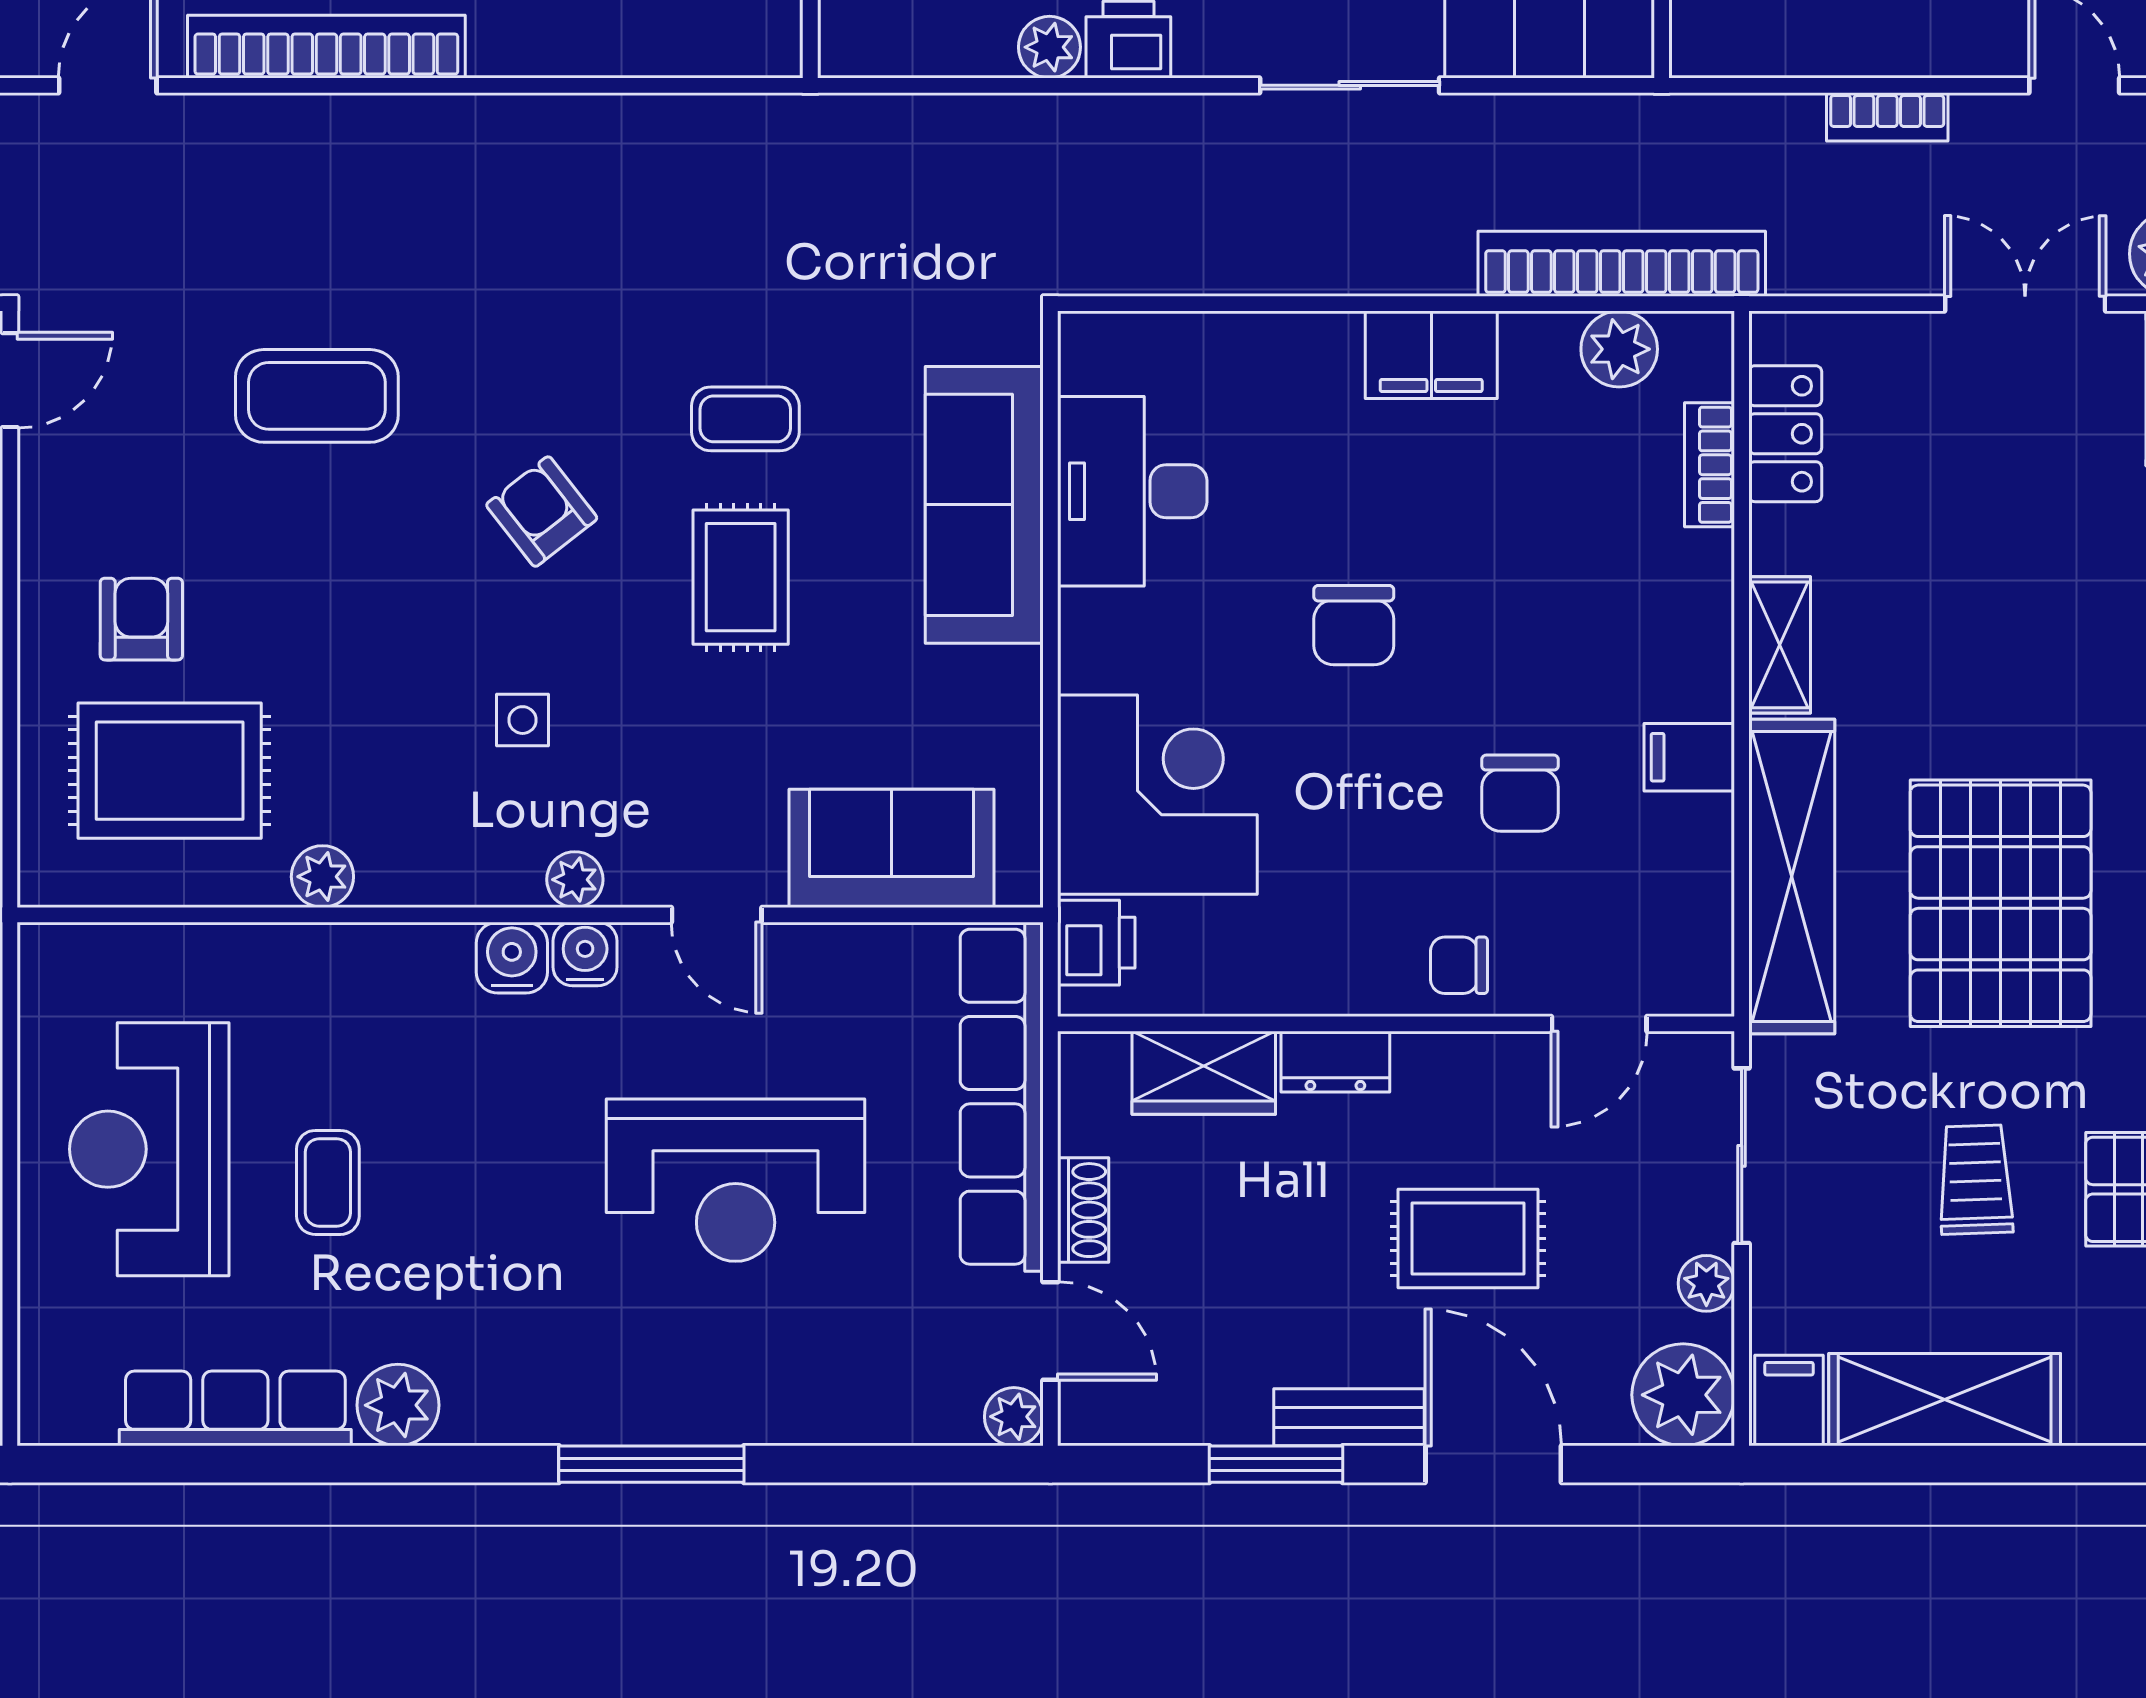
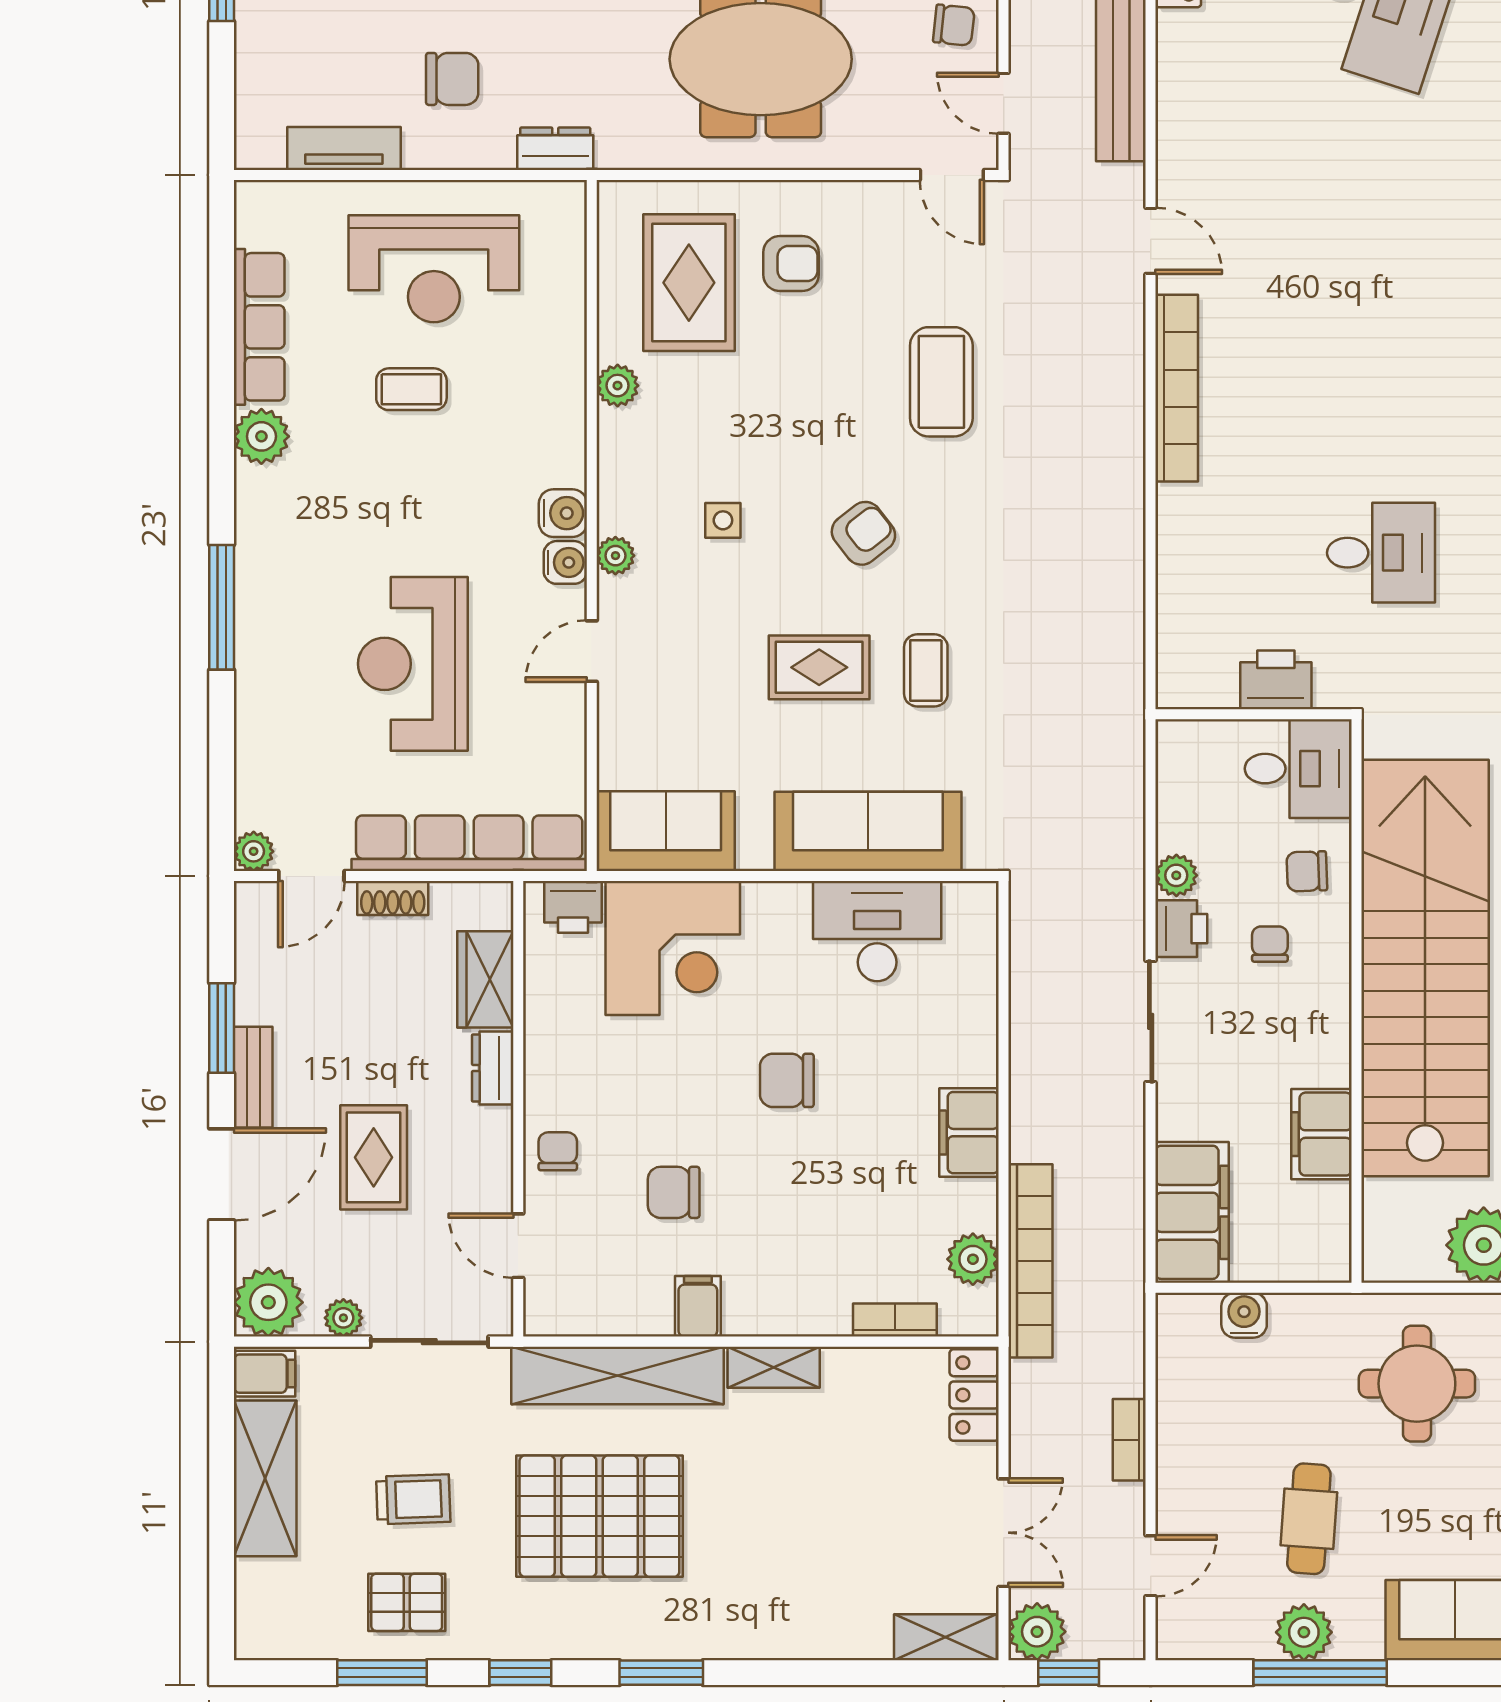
sliding door: (1350, 85) -> (1151, 1021), moved
locker: (1785, 434) -> (974, 1395), moved, turned 90
sofa: (891, 848) -> (666, 831), moved, turned -90
reception desk: (149, 1149) -> (434, 269), turned 180

